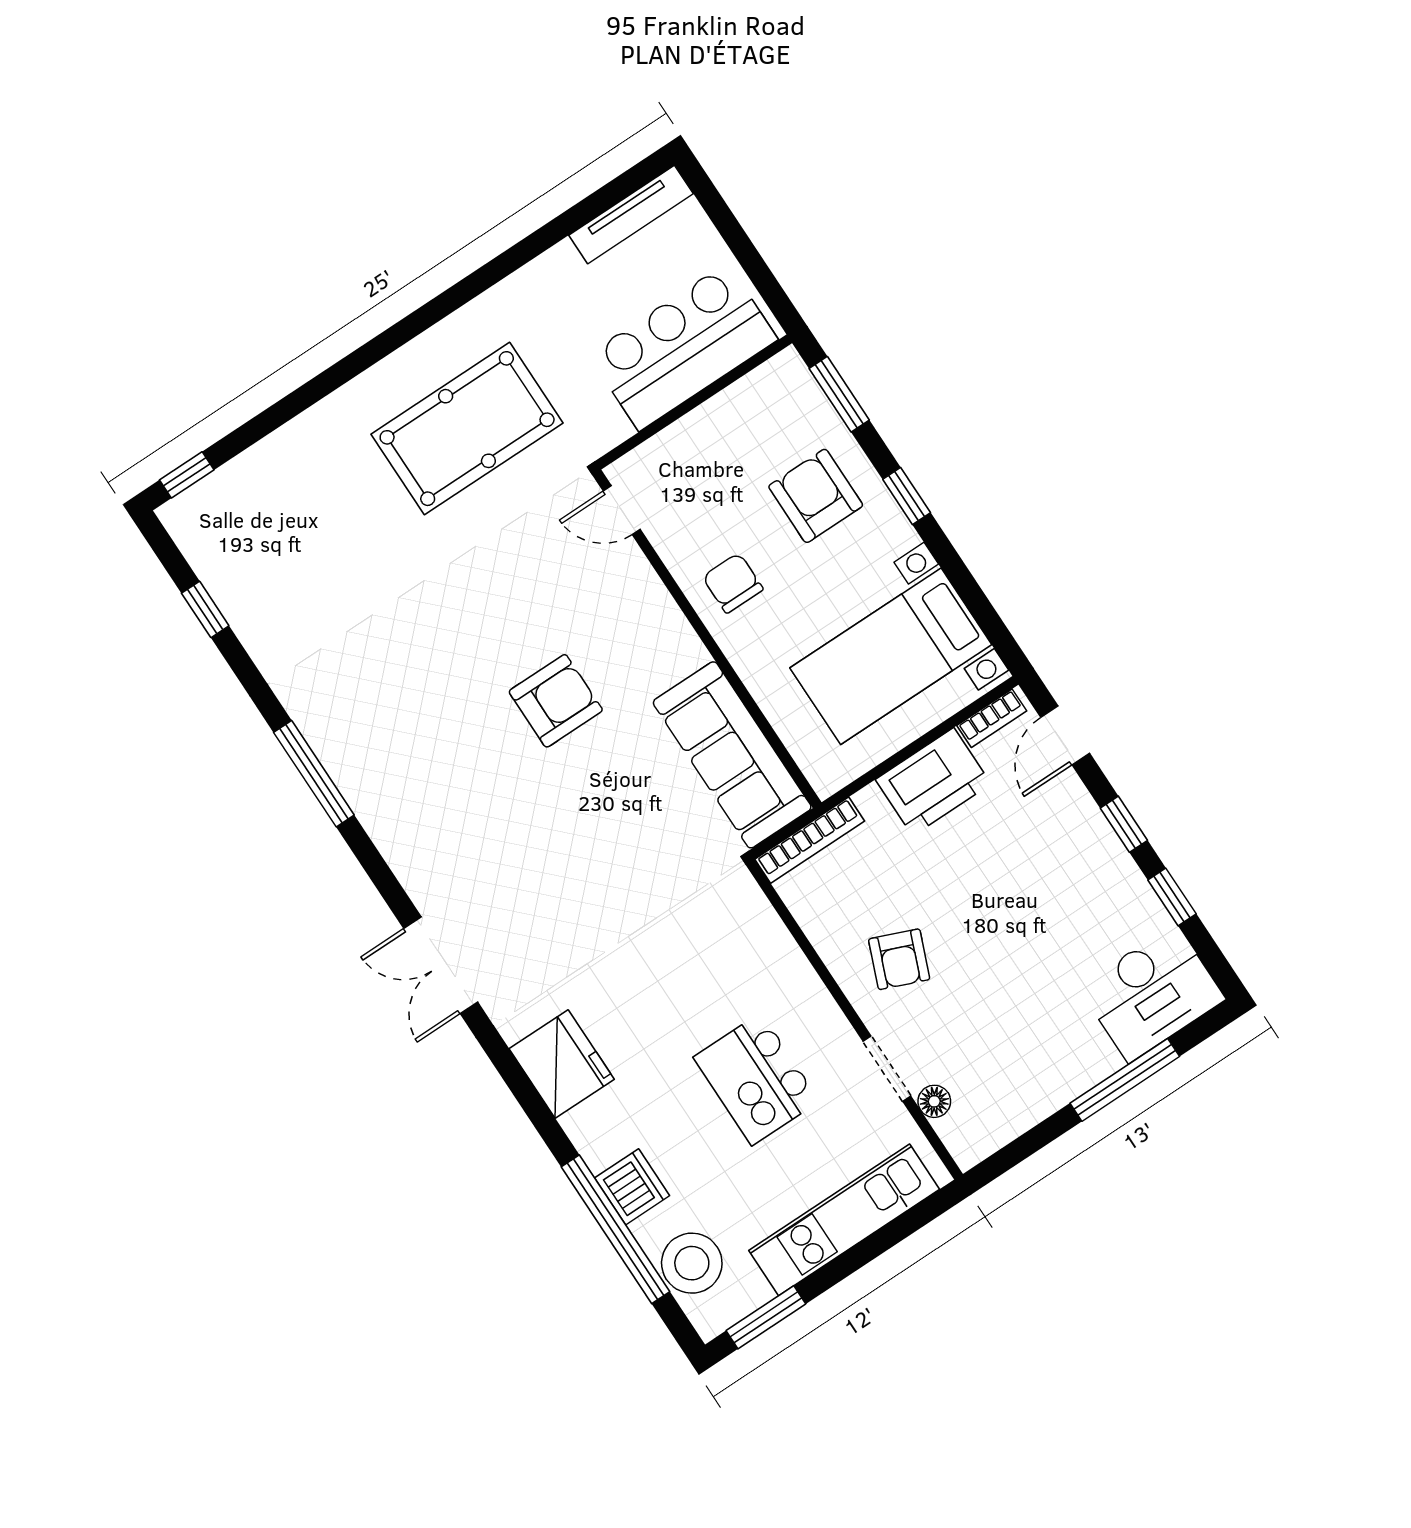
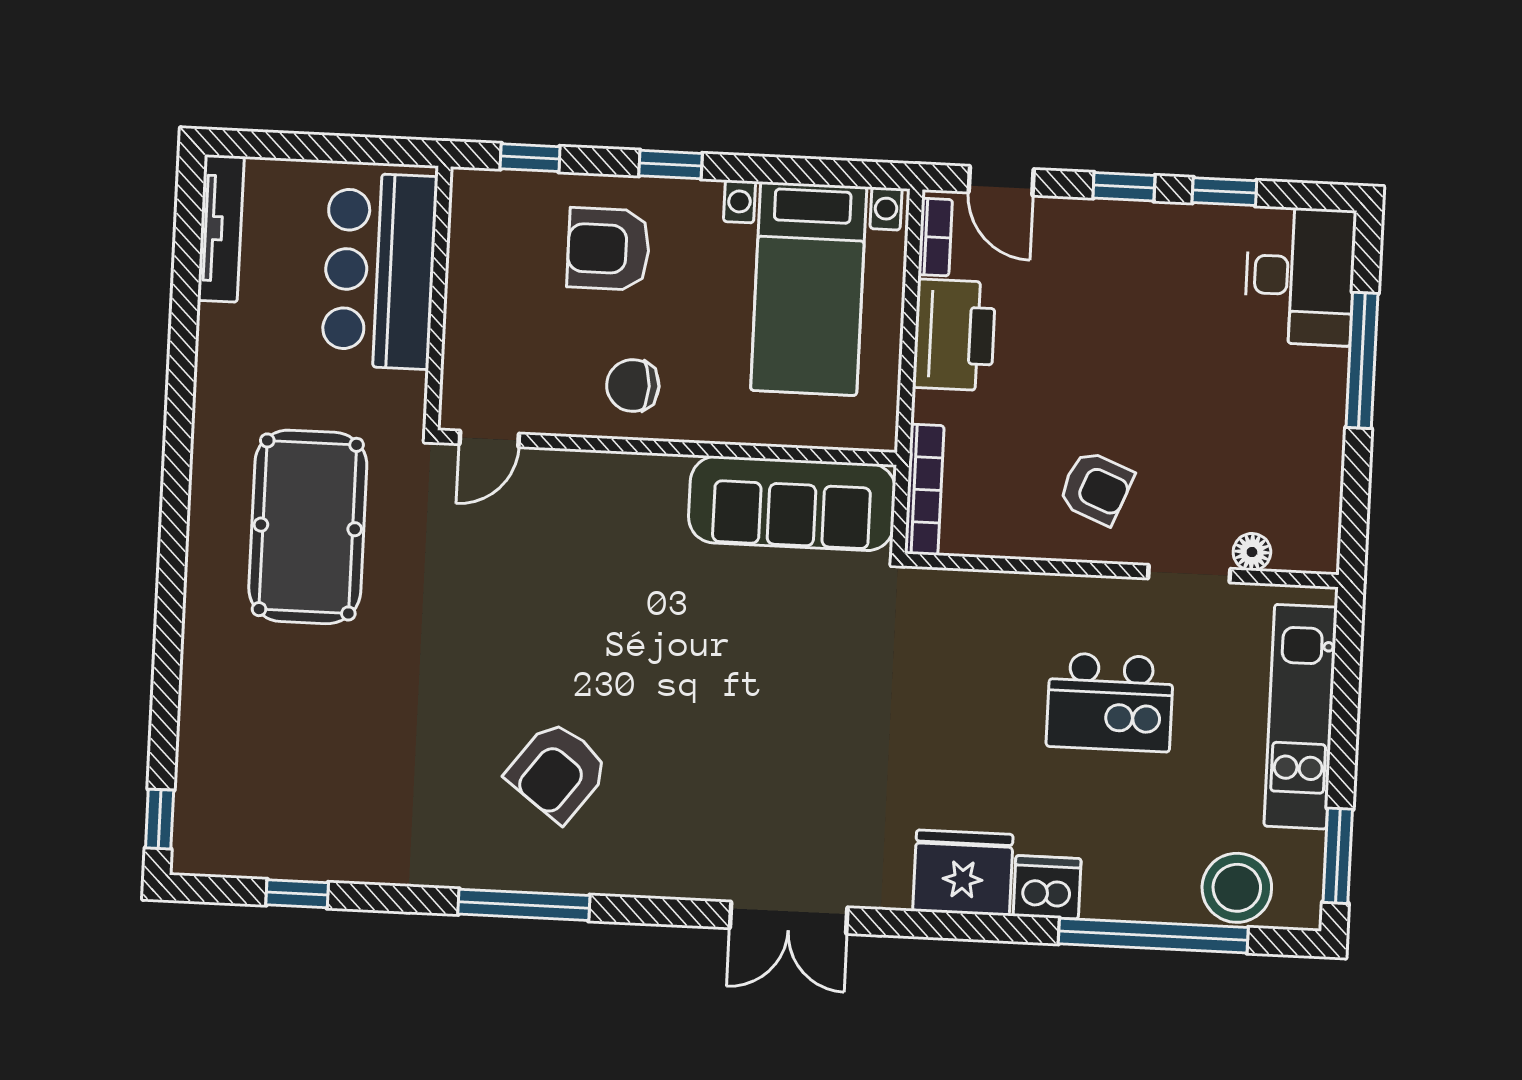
window: (839, 394) -> (530, 158), width x0.67
armchair: (556, 701) -> (558, 771), moved, turned -143
dishwasher: (632, 1187) -> (1047, 887), moved

